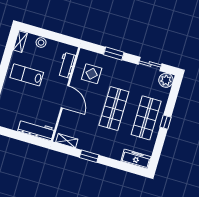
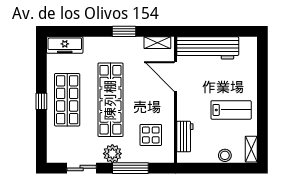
window: (114, 53) -> (130, 168), width x1.44
plant: (166, 80) -> (112, 154), moved
door: (65, 97) -> (176, 76), moved
shop shelf: (114, 108) -> (110, 100), width x1.40
workbench: (36, 130) -> (208, 48), width x1.36, depth x1.32

